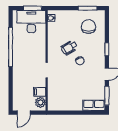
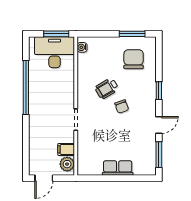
row of seats: (94, 105) -> (118, 168), moved

